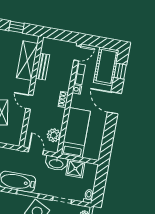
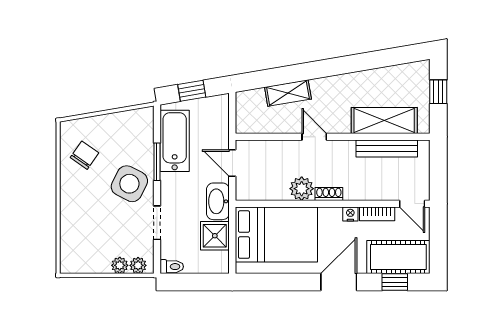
bench: (43, 67) -> (387, 149), width x1.36
door: (29, 102) -> (314, 137), hinge flipped
bed: (76, 133) -> (276, 235), width x1.50
plant: (54, 135) -> (302, 189), moved
door: (36, 151) -> (232, 163), swing flipped

